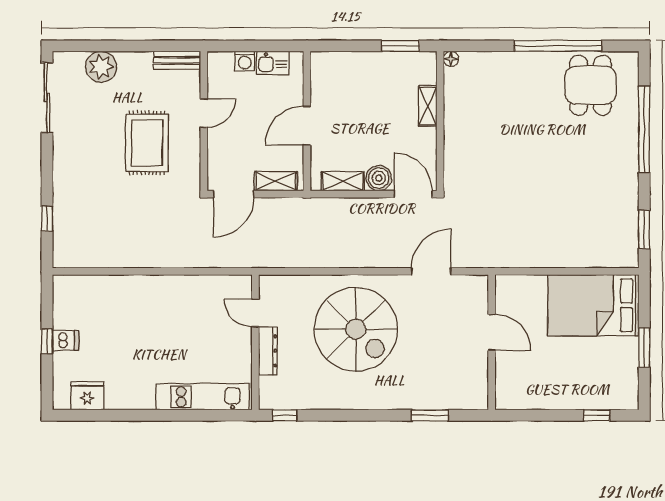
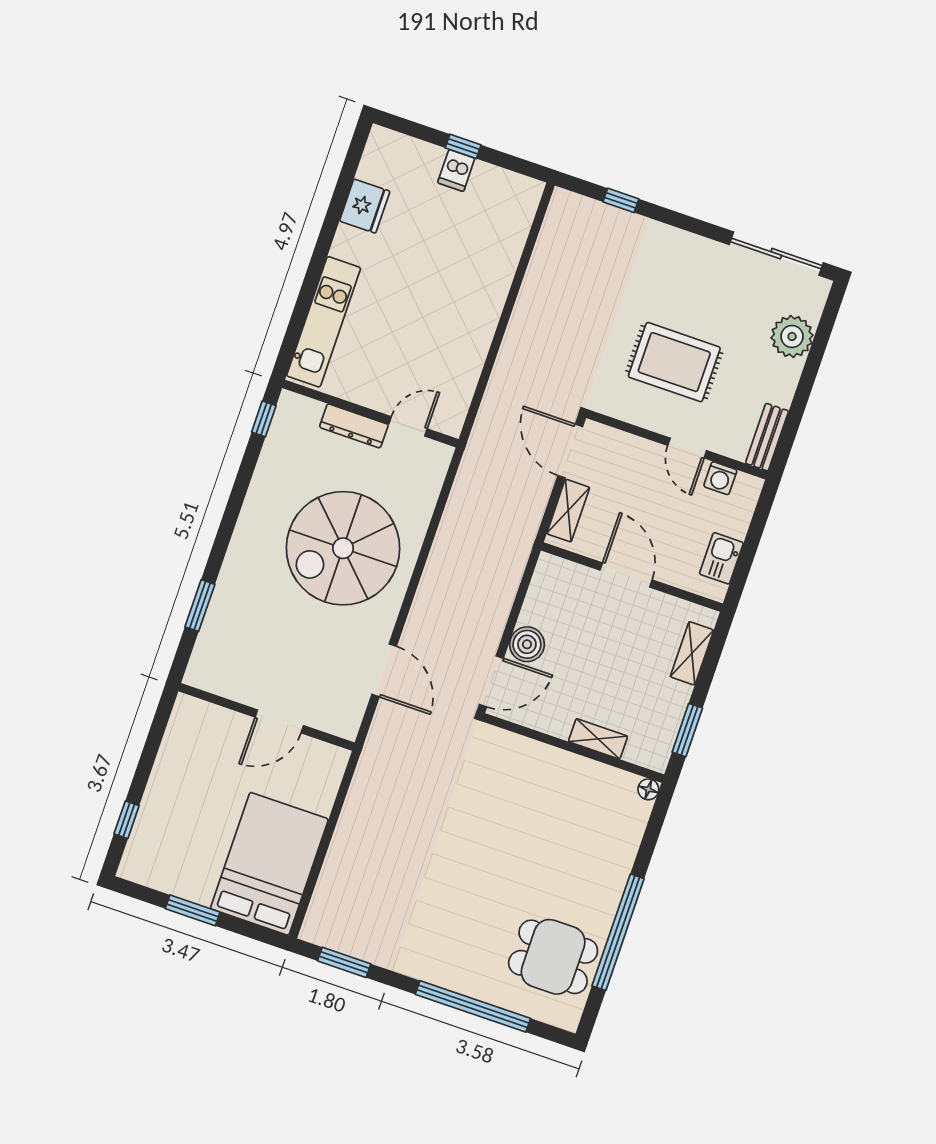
washing machine: (245, 61) -> (720, 478), moved, turned -90
shelving: (343, 181) -> (692, 653), moved
fridge: (87, 396) -> (365, 206), moved

